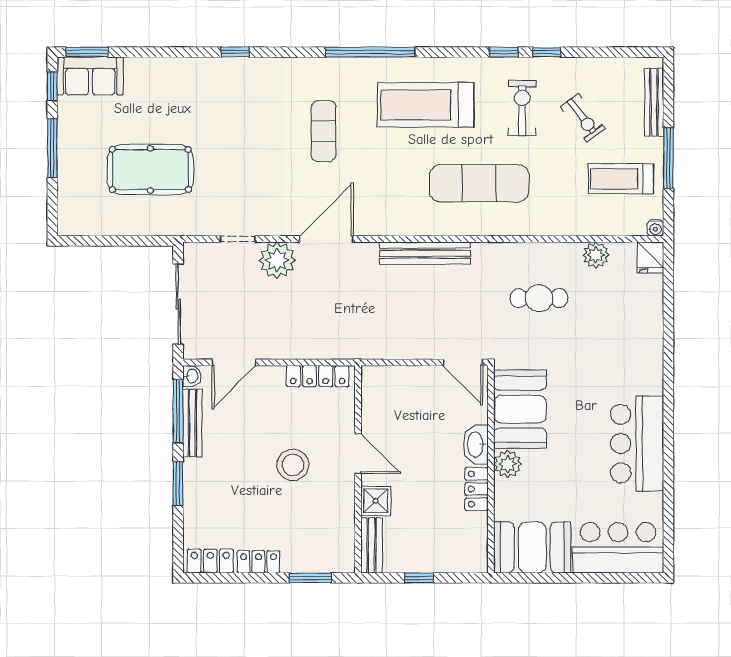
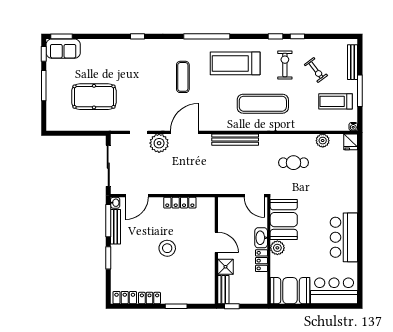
door: (358, 454) -> (216, 242), moved
wall: (358, 469) -> (216, 250), moved
shower: (376, 501) -> (225, 267), moved
bench: (371, 545) -> (223, 290), moved

